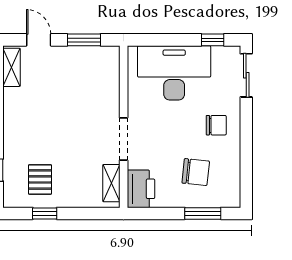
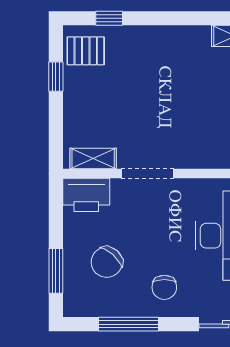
window: (246, 154) -> (128, 324), added
chair: (196, 172) -> (107, 262), turned 36
pallet: (40, 179) -> (86, 51), moved

